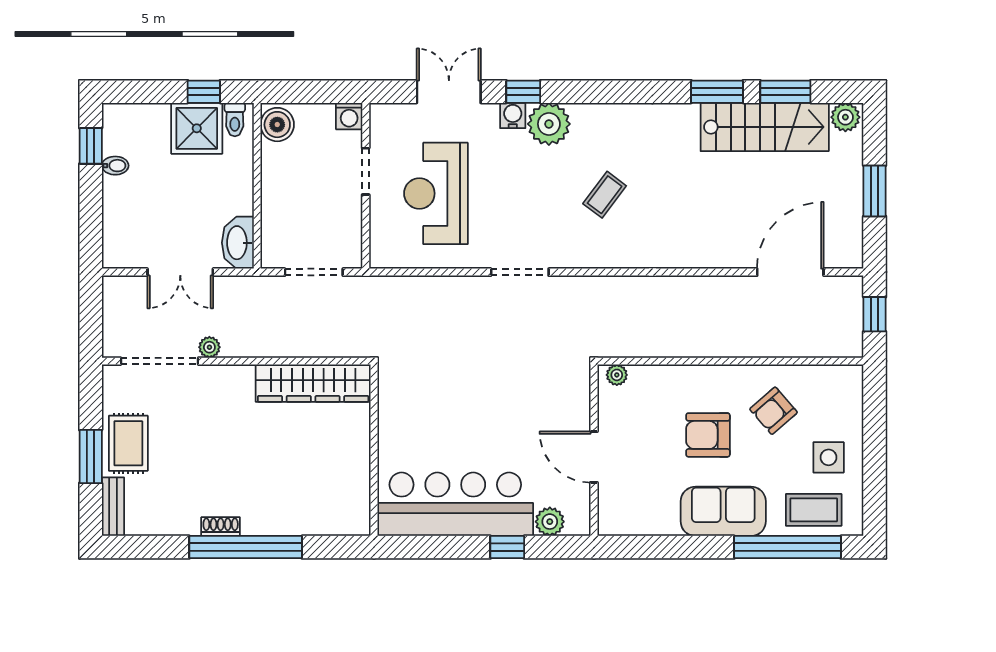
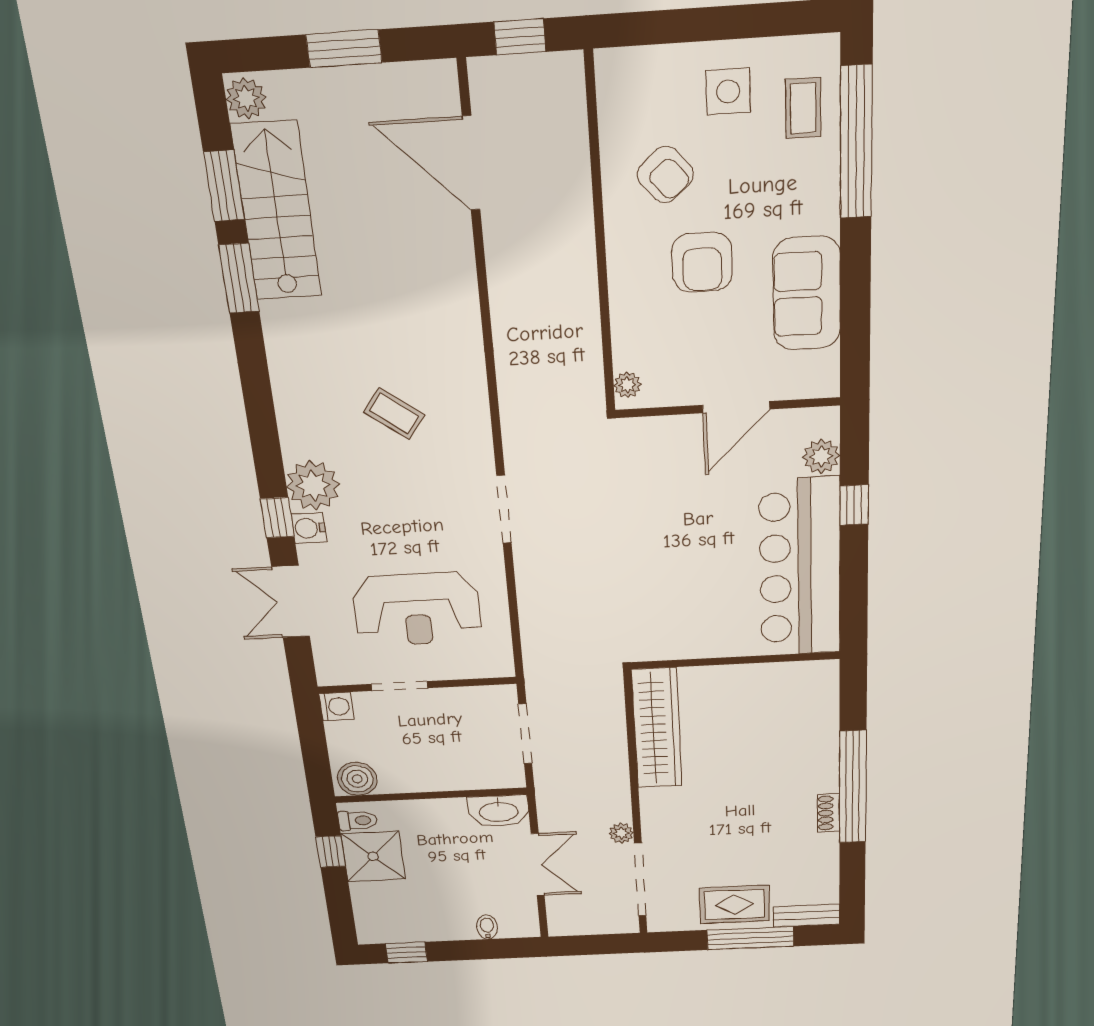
bidet: (115, 166) -> (487, 927), moved
window: (91, 457) -> (750, 938), width x1.44
coffee table: (814, 510) -> (803, 108), width x0.73, depth x0.77
sofa: (723, 511) -> (807, 294), moved

